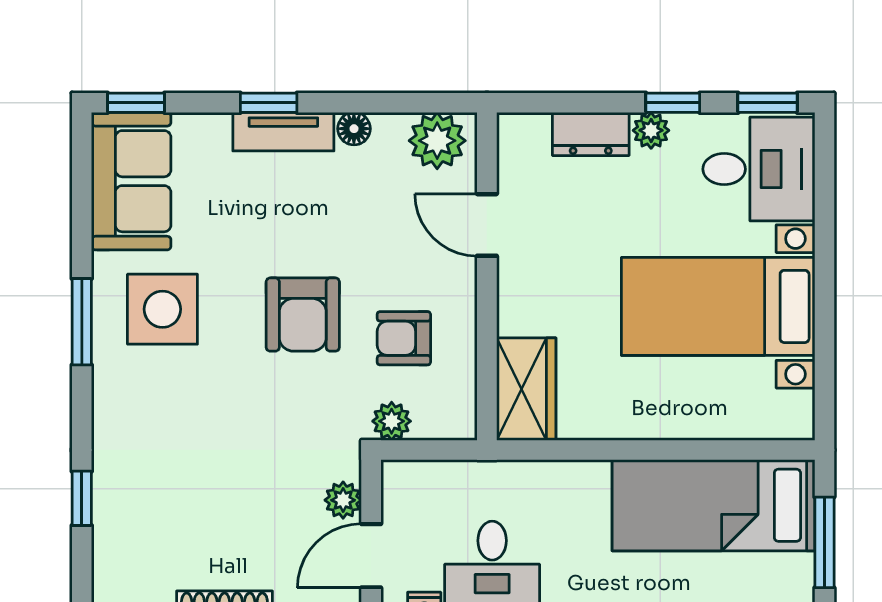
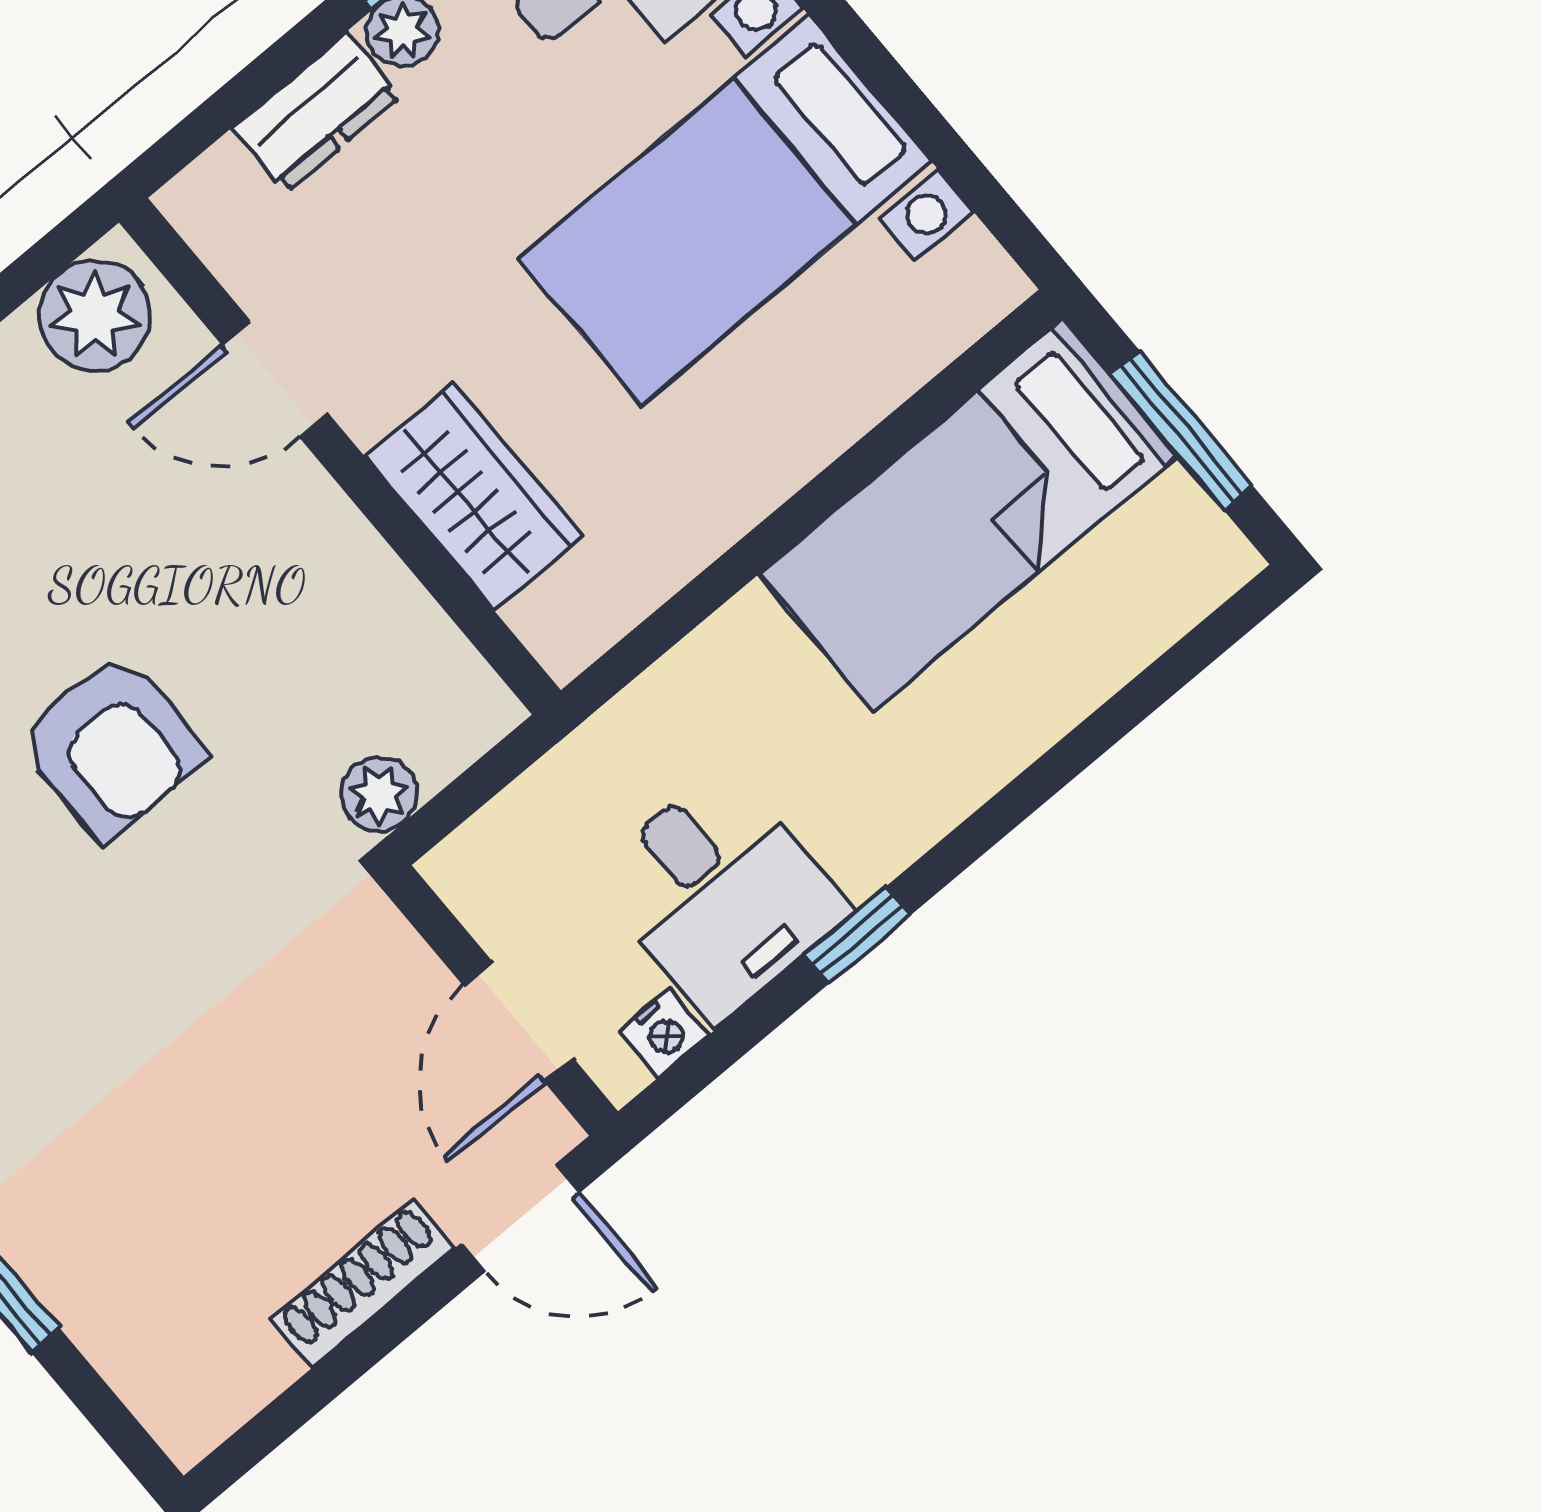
armchair: (404, 338) -> (293, 654), removed
wardrobe: (526, 389) -> (473, 495), moved
plant: (343, 500) -> (406, 973), removed

